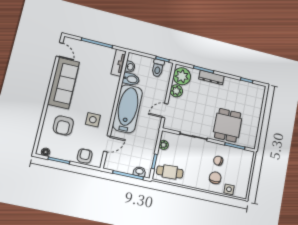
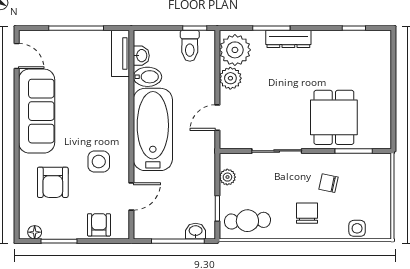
chair: (215, 178) -> (307, 213), moved

